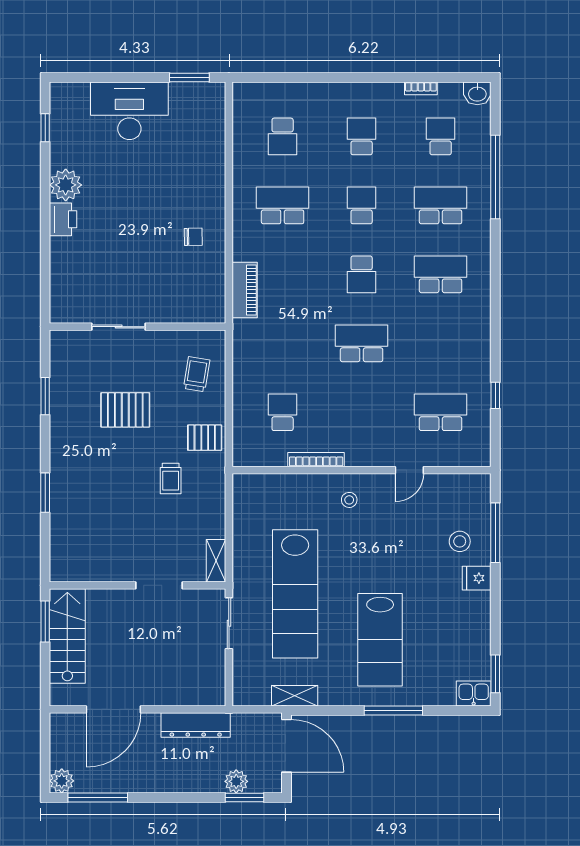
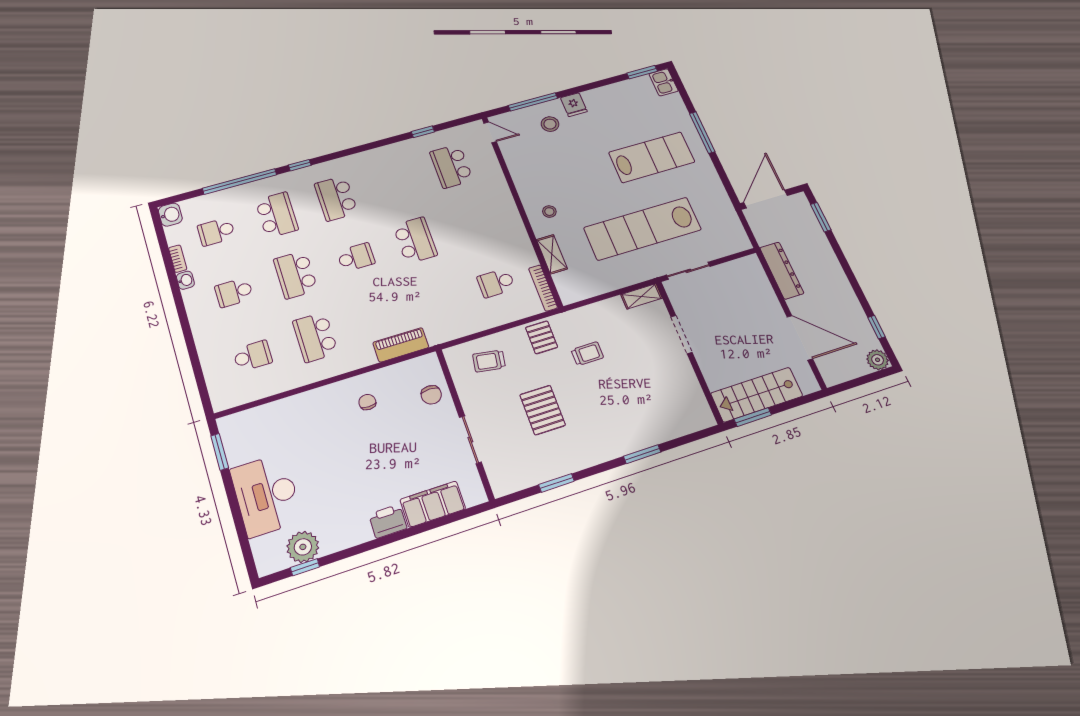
washbasin: (393, 90) -> (185, 280), added
plant: (66, 185) -> (303, 547), moved
school desk: (362, 205) -> (296, 275), width x1.85
school desk: (441, 205) -> (277, 215), turned 180
window: (495, 247) -> (300, 165), added
filing cabinet: (65, 268) -> (433, 504), added
chair: (179, 303) -> (431, 395), added
school desk: (362, 343) -> (415, 240), turned 180
bookcase: (316, 460) -> (543, 288), moved
door: (409, 470) -> (490, 132), moved
lab bench: (295, 594) -> (643, 229), turned 180
shelving: (295, 696) -> (552, 254), moved
plant: (236, 781) -> (811, 227), removed
window: (98, 797) -> (876, 327), width x0.46

